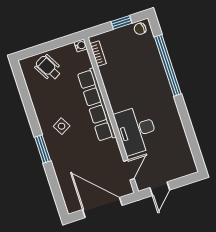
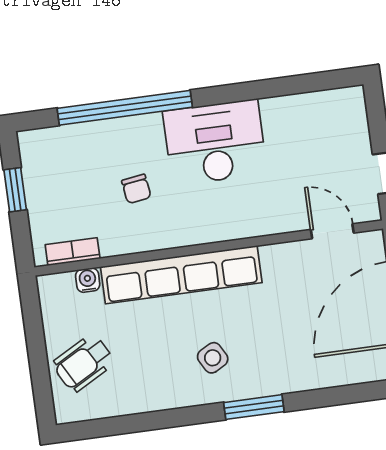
chair: (140, 29) -> (136, 189), moved
water cooler: (81, 45) -> (88, 280), moved
desk: (136, 130) -> (215, 142), moved, turned 180

